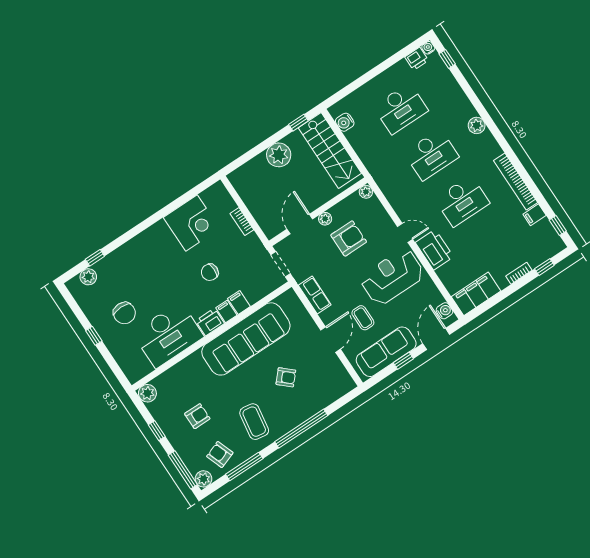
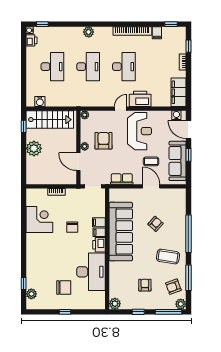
reception desk: (392, 277) -> (140, 131), turned 180

